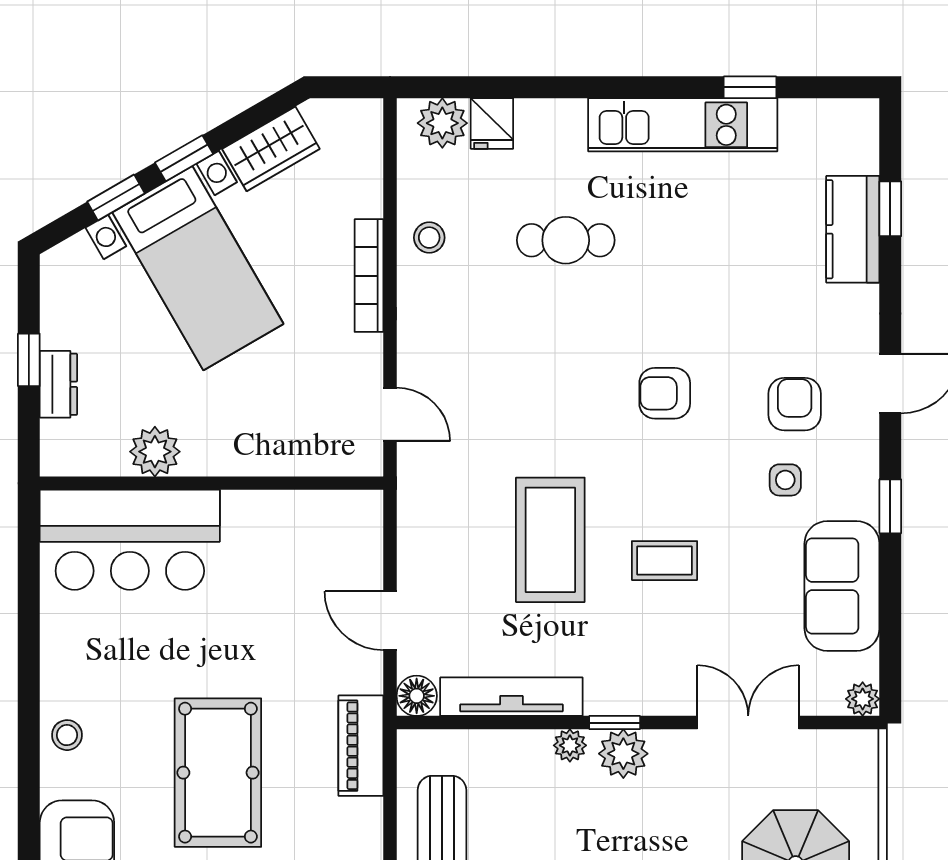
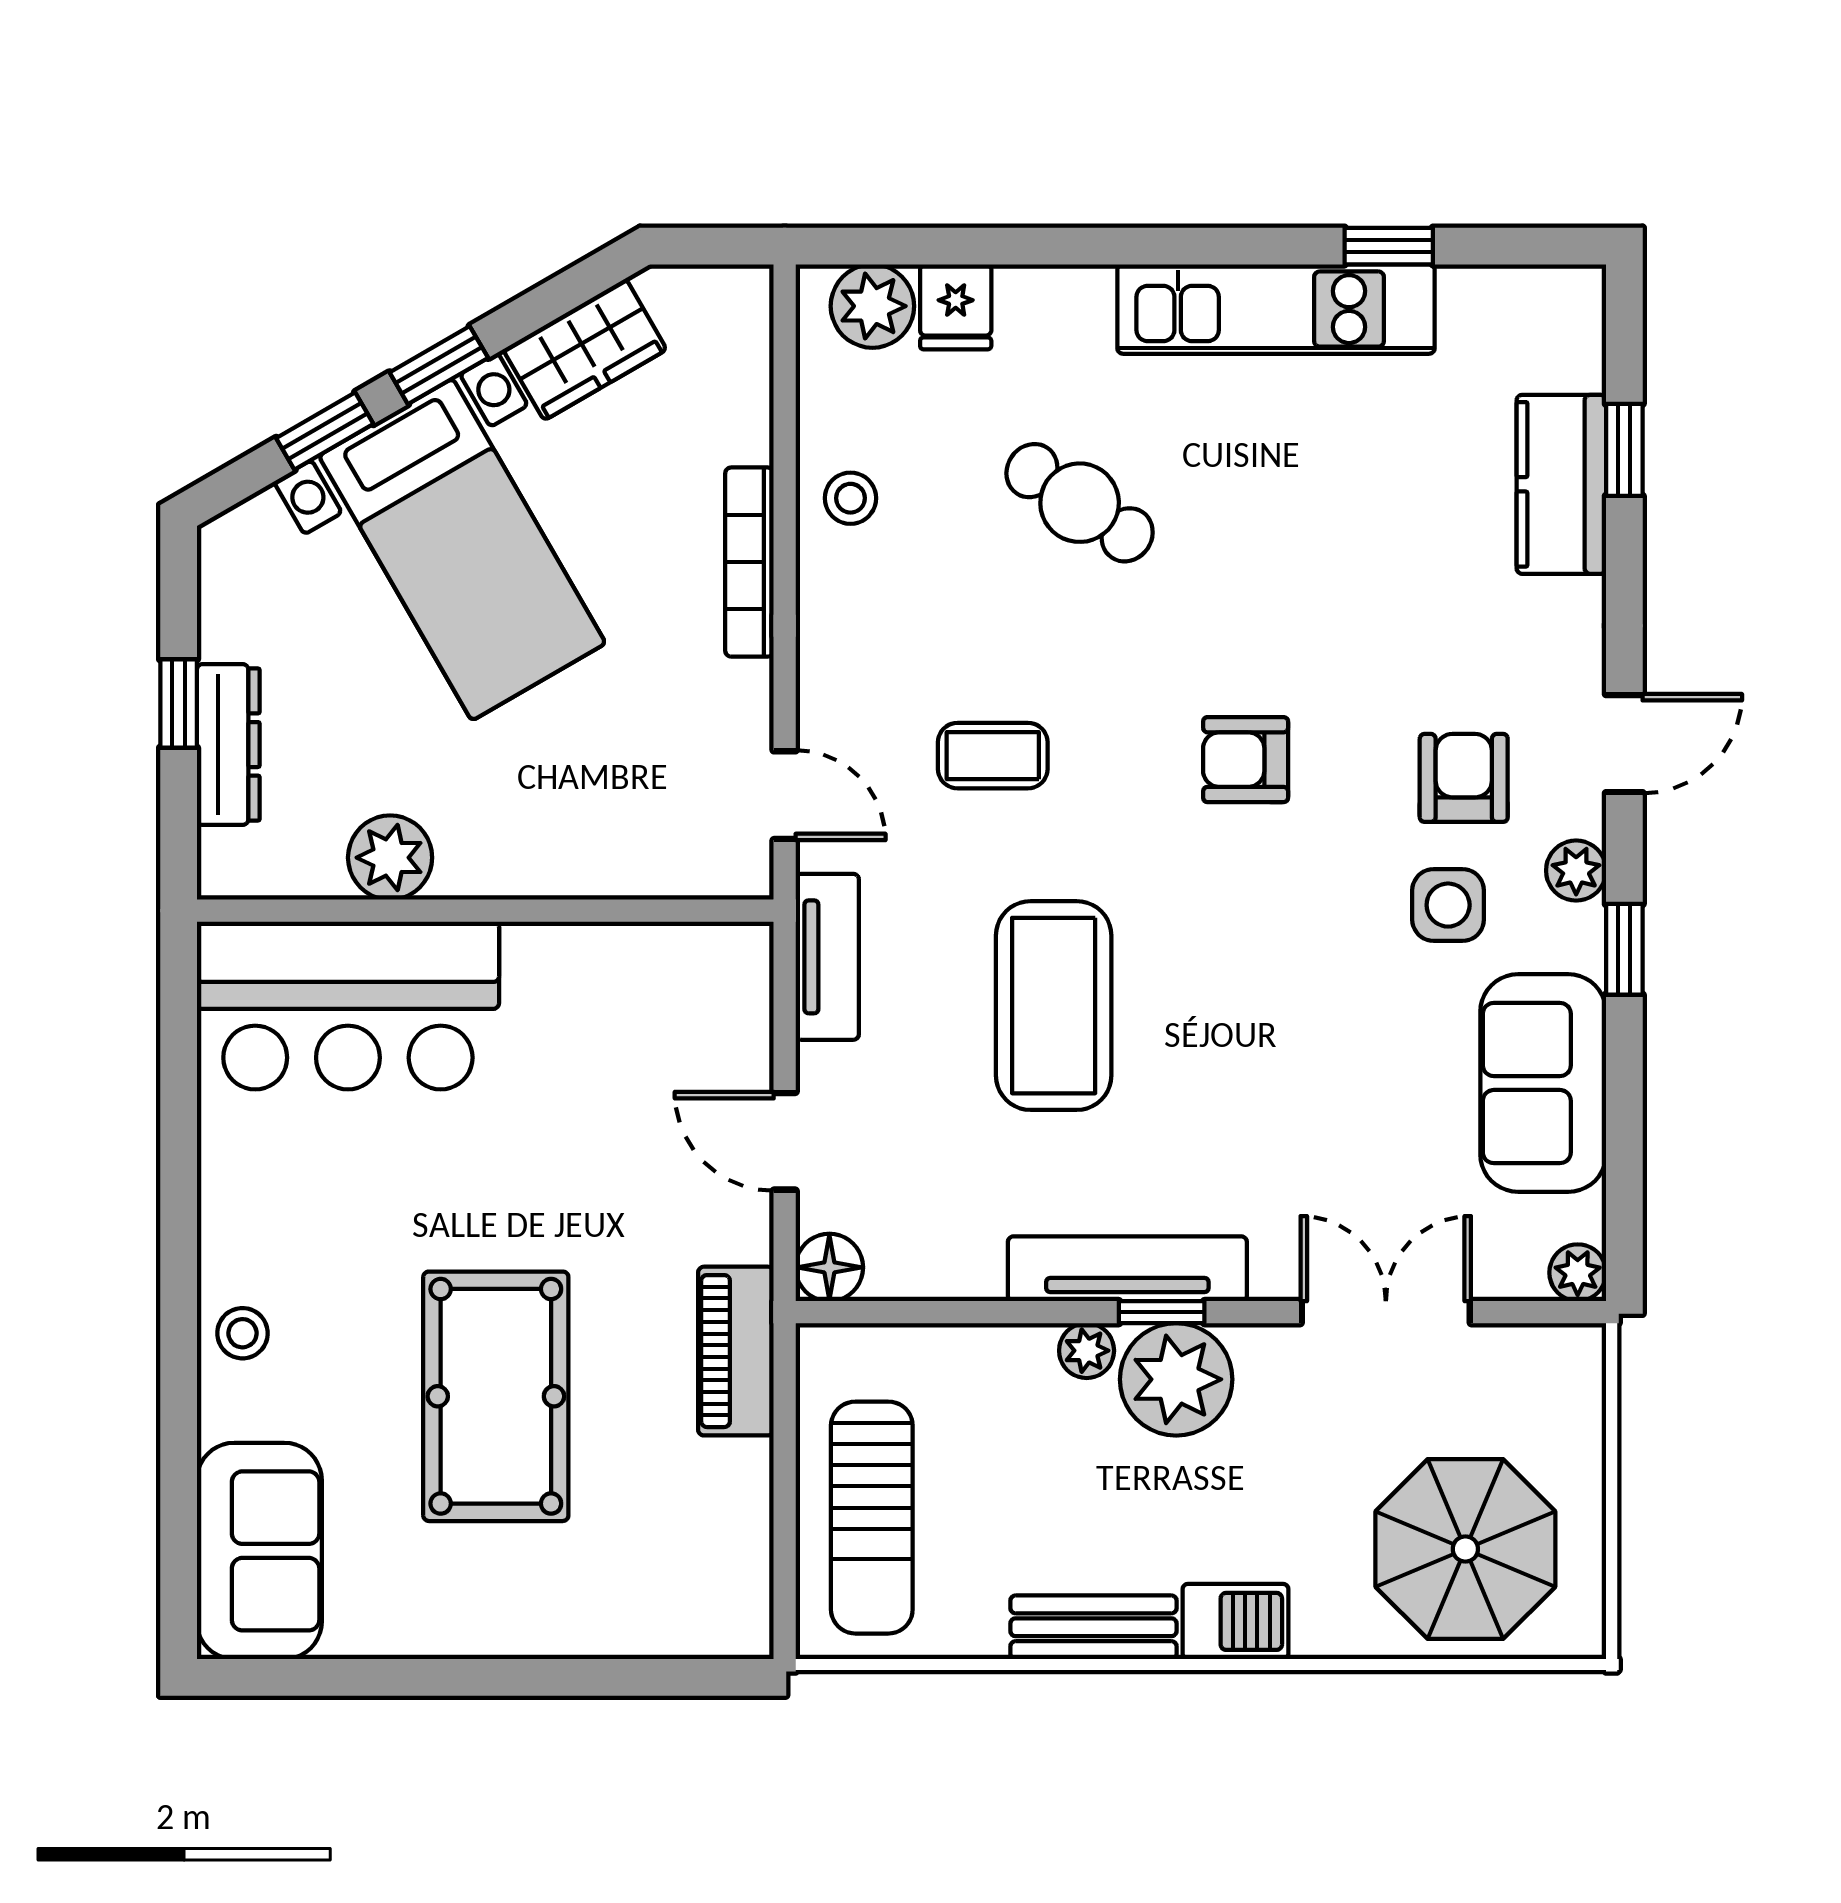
cafe table: (566, 240) -> (1080, 503), turned 34
dresser: (58, 384) -> (228, 745), width x1.44
plant: (862, 459) -> (1576, 871), added
side table: (785, 480) -> (1448, 905), width x1.37, depth x1.37
tv unit: (415, 511) -> (827, 957), added
coffee table: (664, 561) -> (993, 756), moved
tv unit: (511, 697) -> (1127, 1269), moved
plant: (623, 754) -> (1176, 1379), width x1.36, depth x1.36

